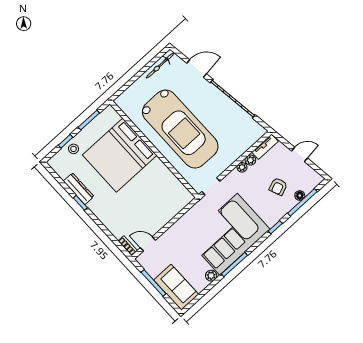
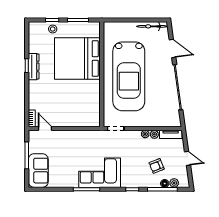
dresser: (79, 189) -> (34, 67), moved
corner sofa: (229, 234) -> (100, 173), width x0.73, depth x0.74
plant: (211, 276) -> (174, 183), moved

